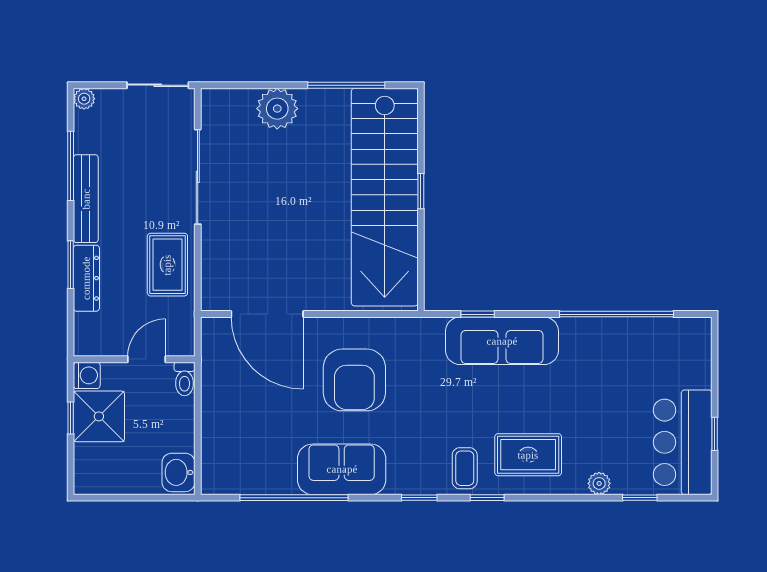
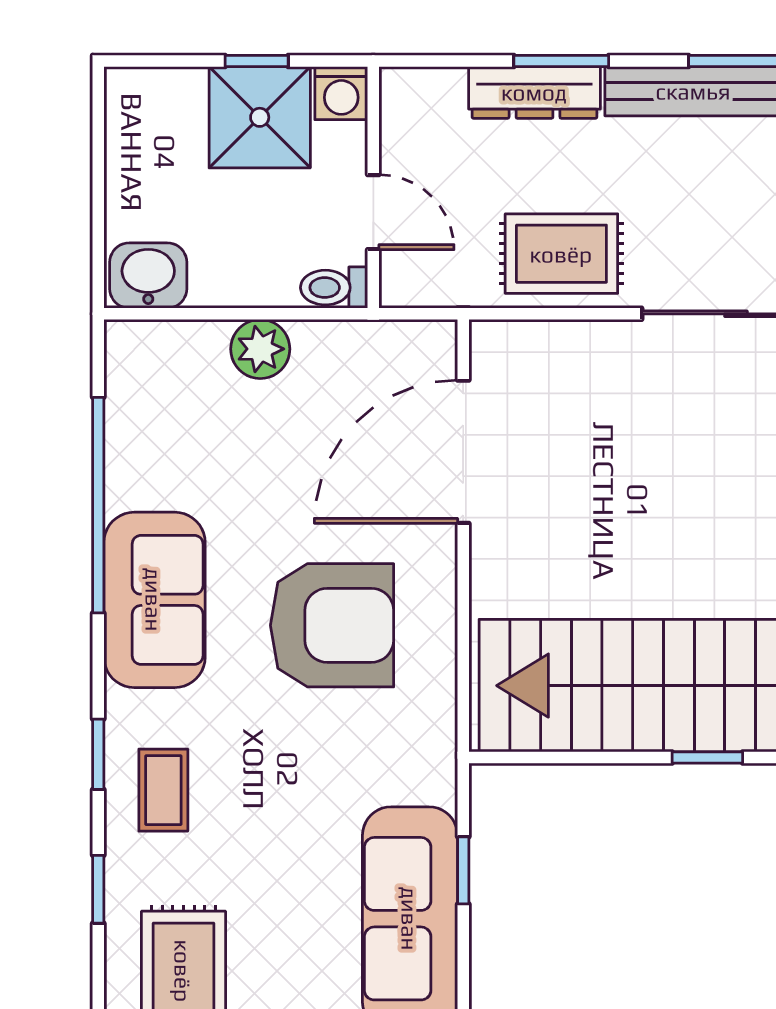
armchair: (354, 380) -> (332, 625), turned 180
plant: (215, 416) -> (260, 349), added
coffee table: (465, 468) -> (163, 790), moved, turned 90

